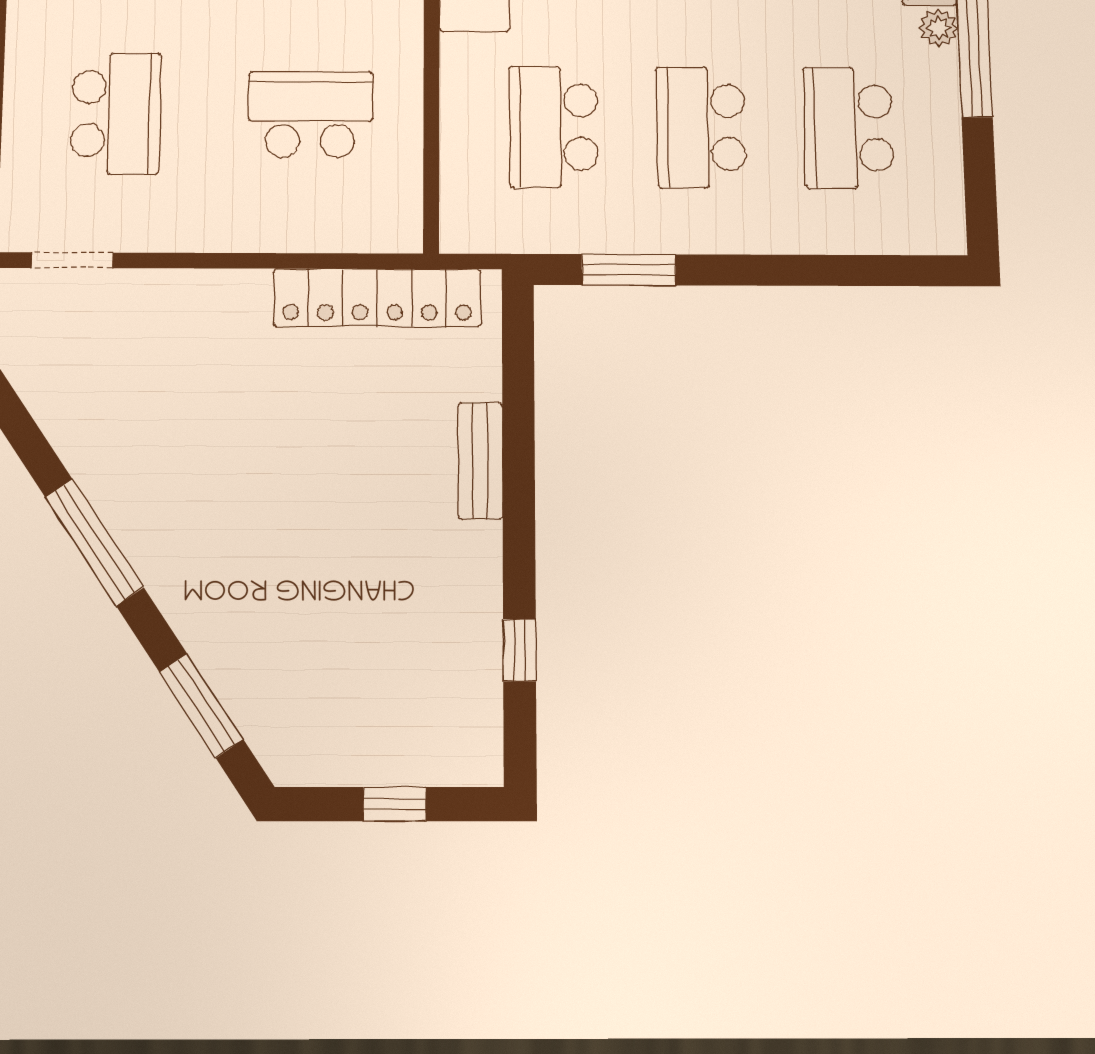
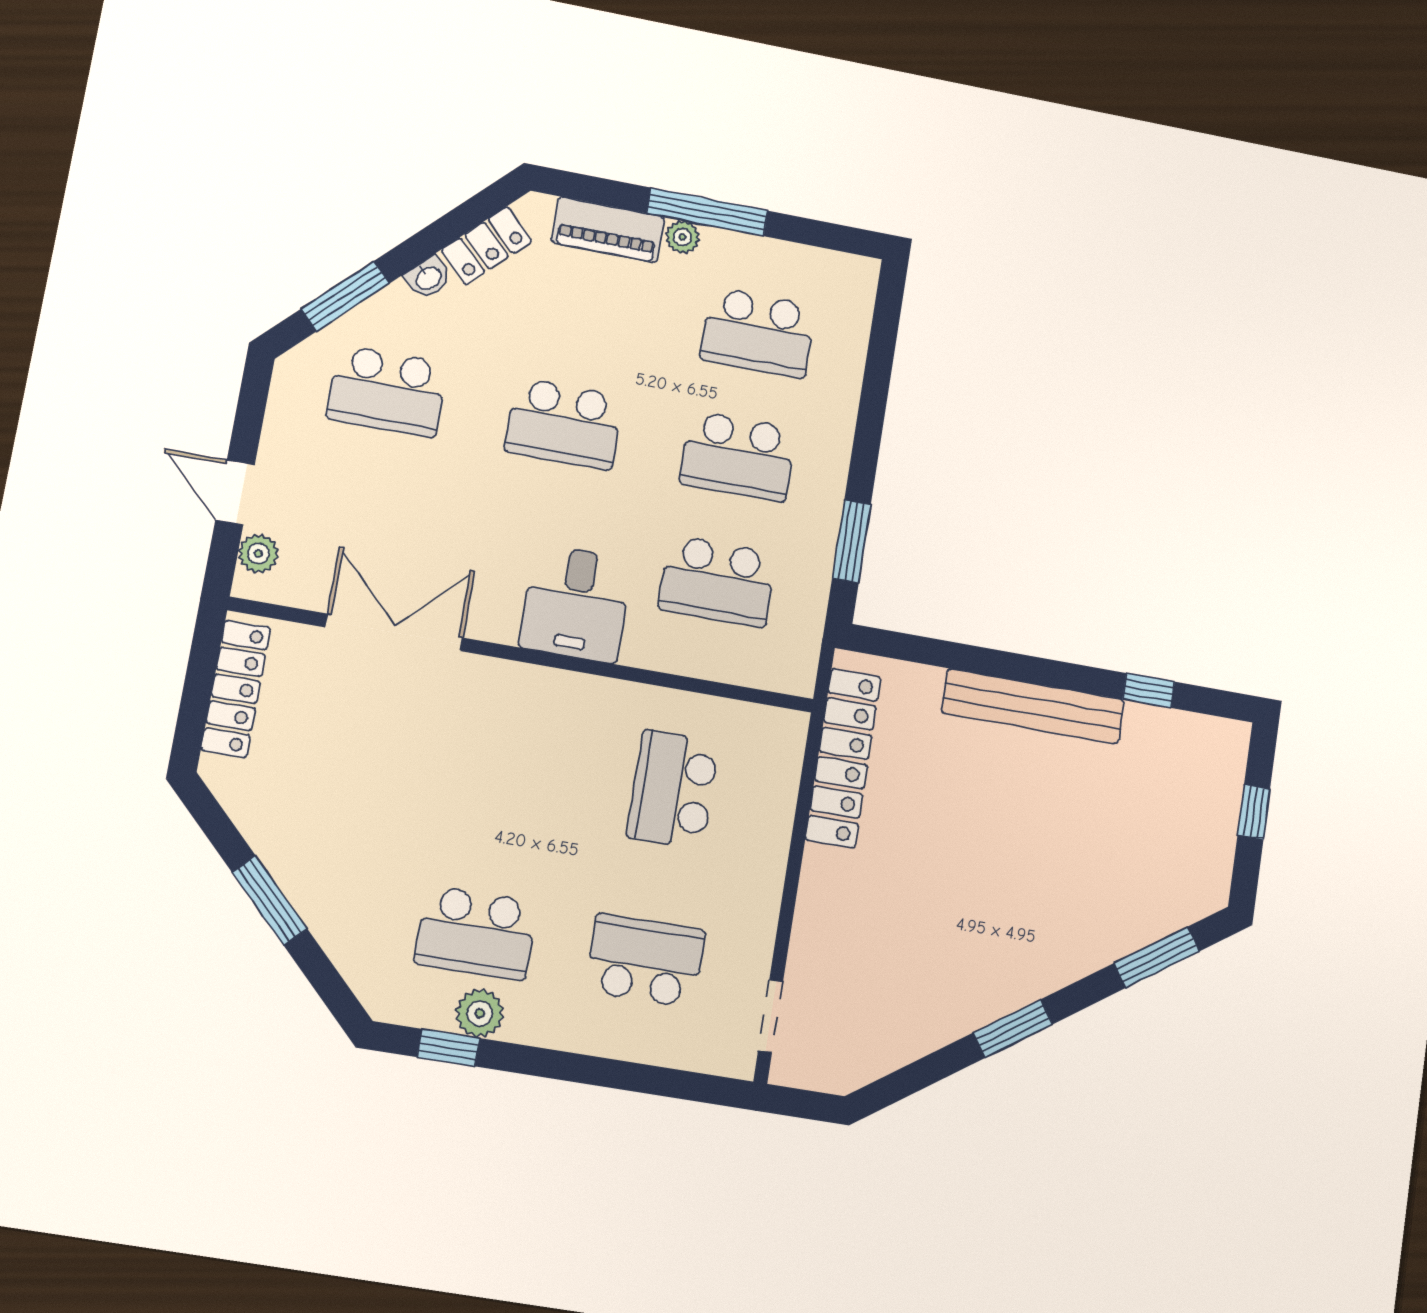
bench: (480, 461) -> (1033, 706), width x1.86, depth x1.21
window: (94, 542) -> (1013, 1028), width x0.69

